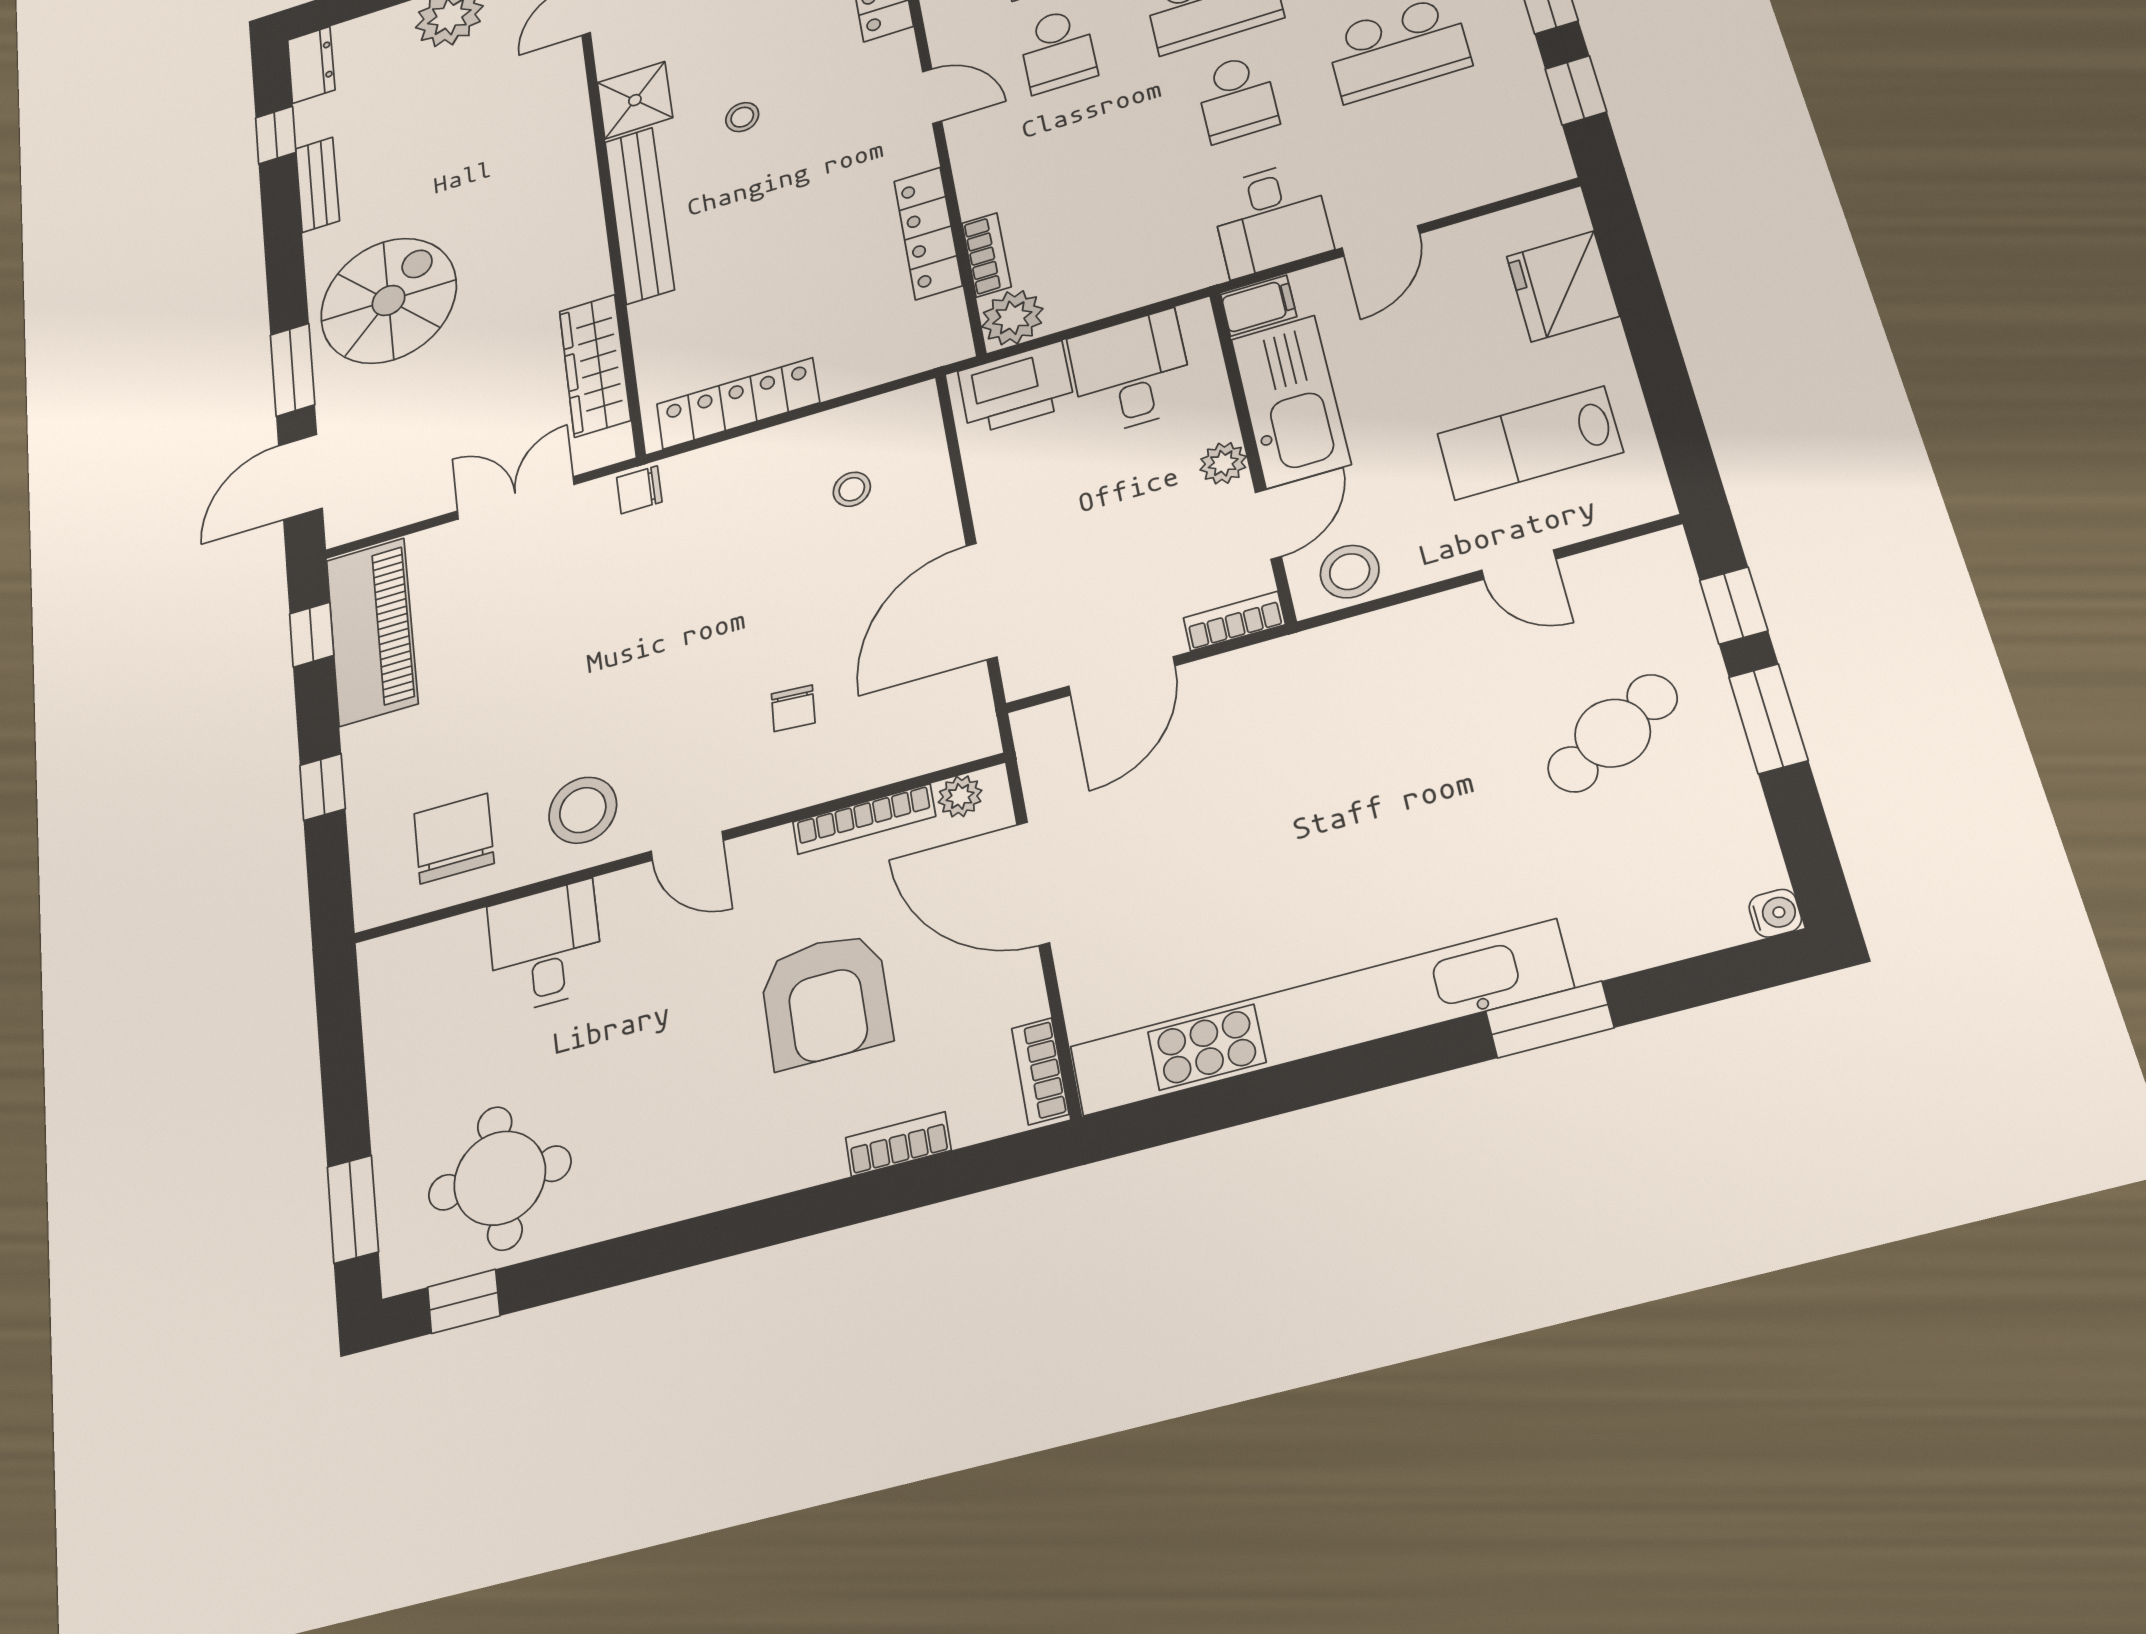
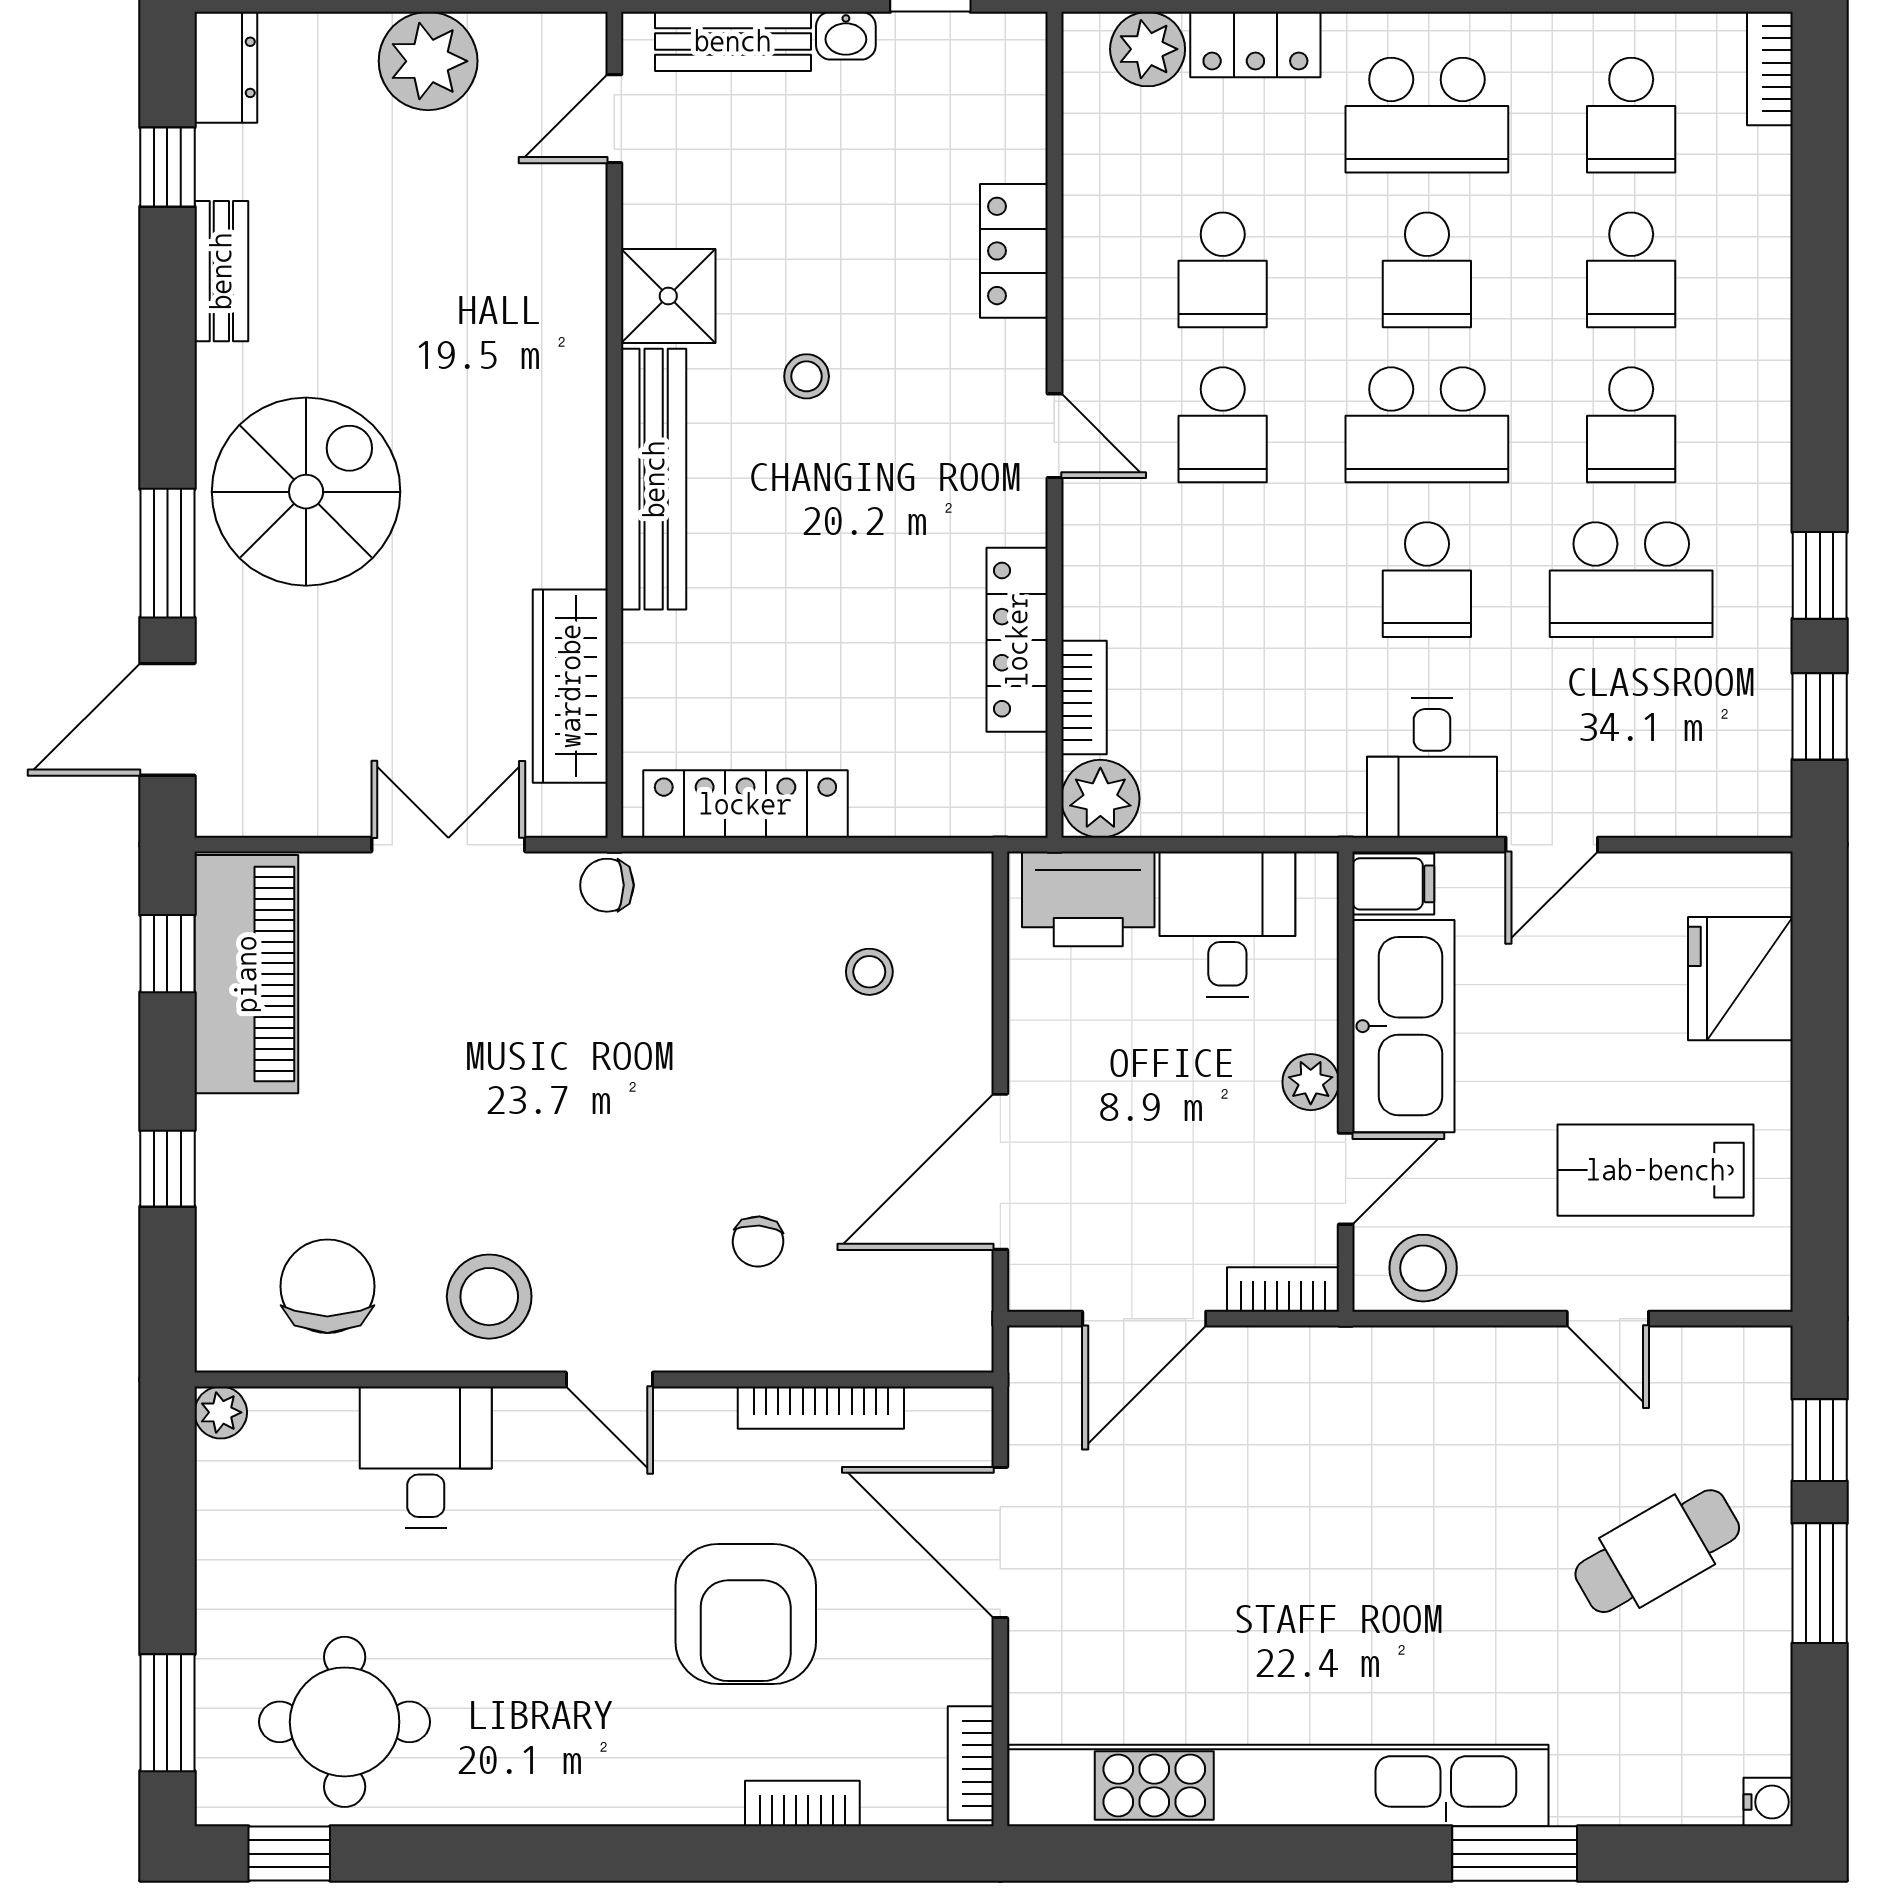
plant: (960, 796) -> (221, 1412), moved

